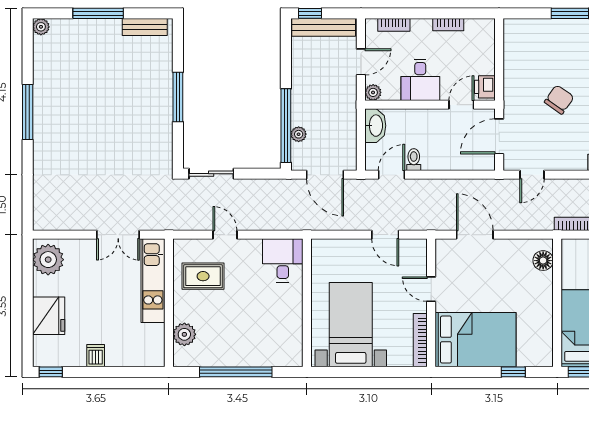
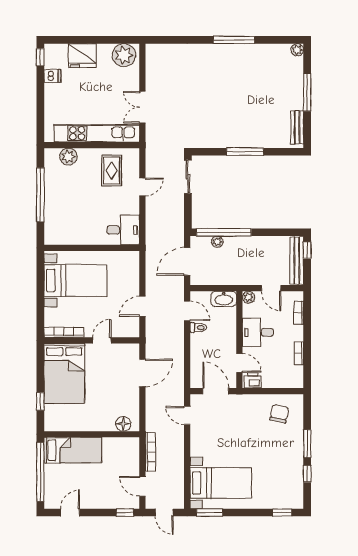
chair: (559, 100) -> (279, 414), moved, turned -113
kitchen unit: (153, 281) -> (97, 133), width x1.36
dishwasher: (96, 356) -> (52, 76), moved

